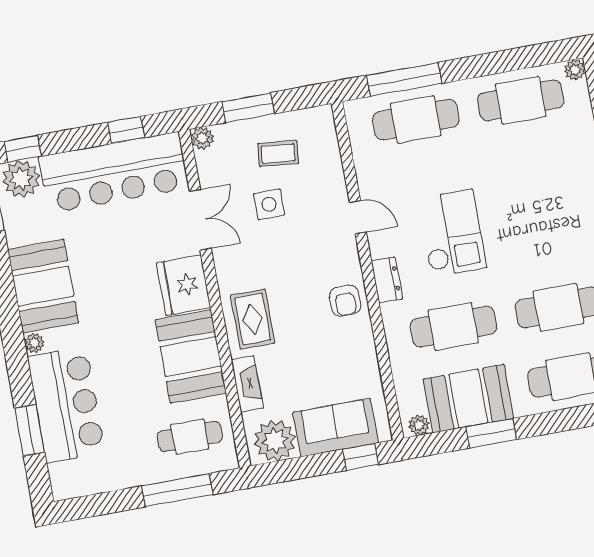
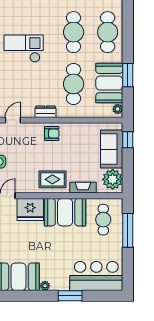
checkout: (452, 233) -> (24, 49), moved
bar counter: (66, 404) -> (96, 276), moved
window: (30, 430) -> (70, 296), moved

